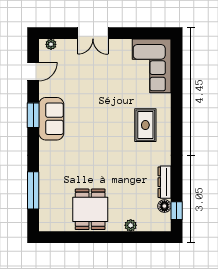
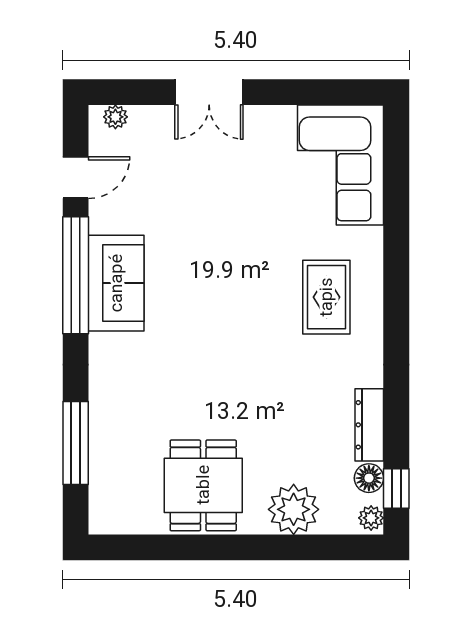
window: (33, 115) -> (76, 275), width x2.11
plant: (165, 224) -> (371, 518), added
plant: (131, 225) -> (294, 509), width x1.87, depth x1.87

